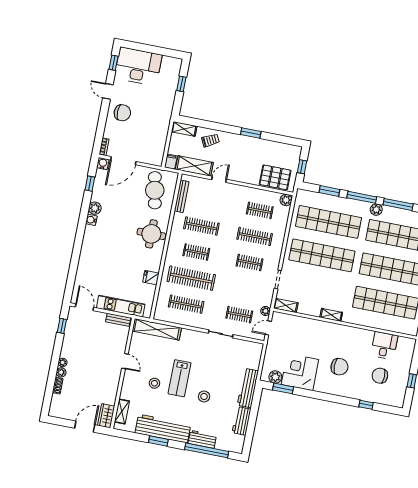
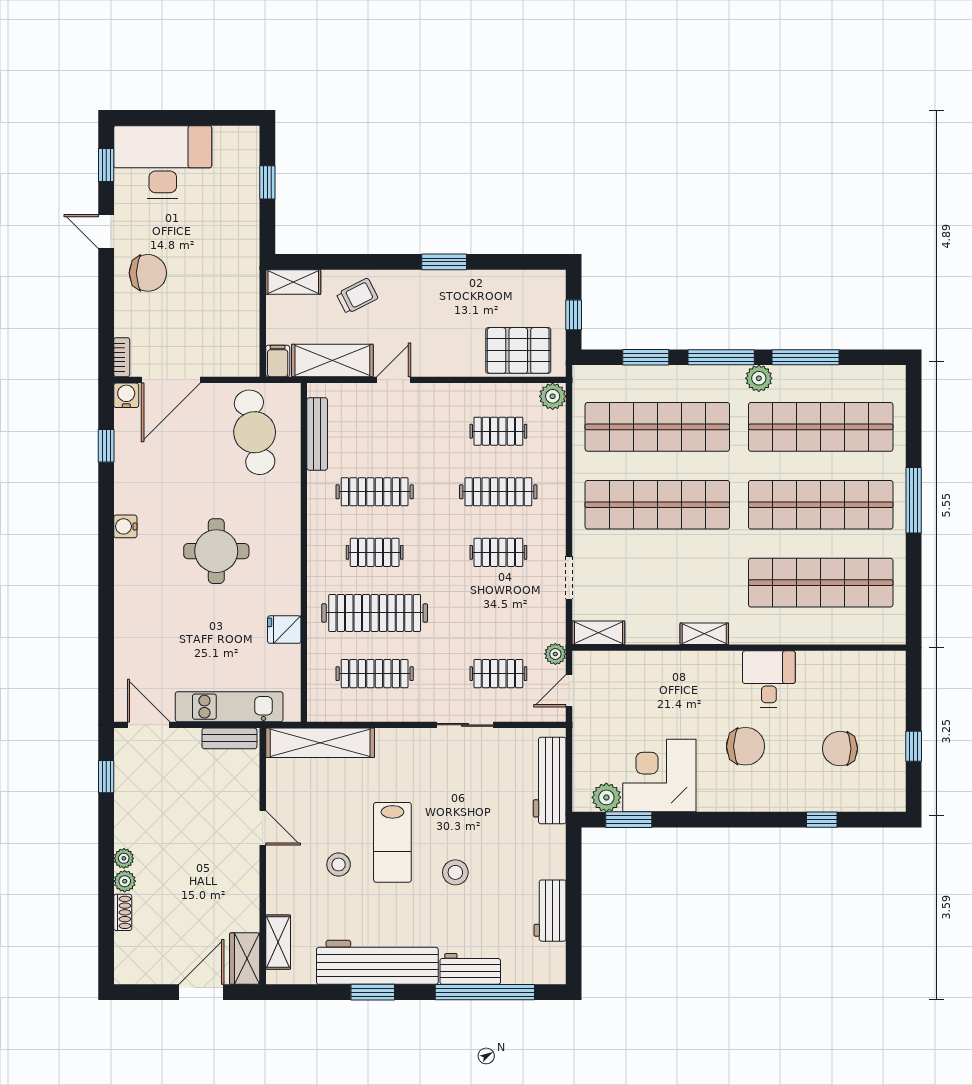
plant: (95, 208) -> (128, 499), removed
round table: (151, 234) -> (216, 551), moved
desk: (384, 345) -> (769, 679), moved
workbench: (248, 388) -> (550, 781), moved

